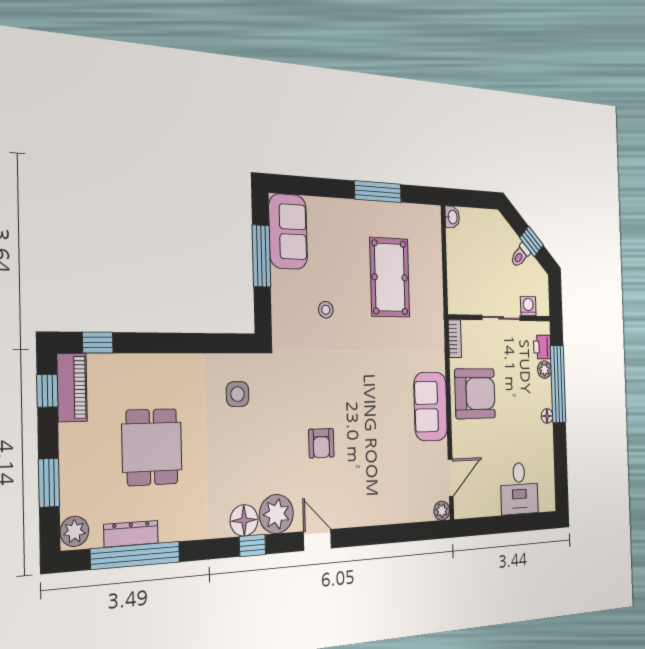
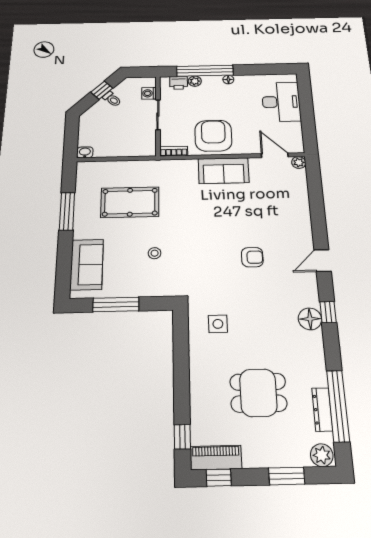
sofa: (288, 231) -> (87, 265), moved, turned 90
desk: (519, 488) -> (281, 102), width x1.37
plant: (276, 514) -> (305, 293), removed

